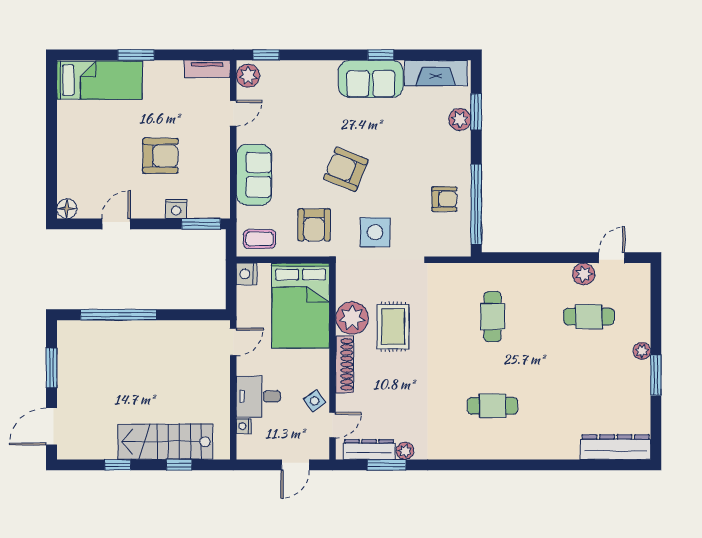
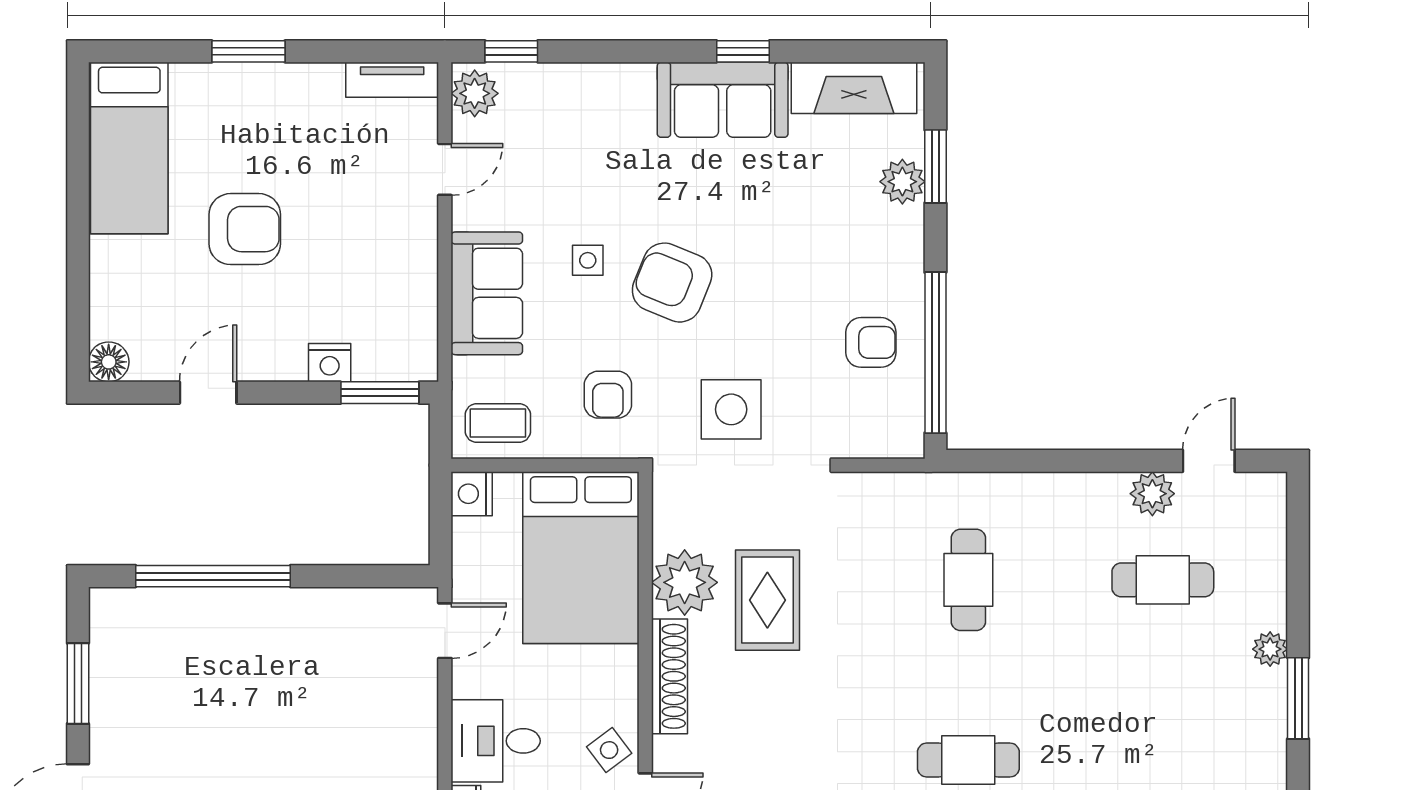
bed: (99, 80) -> (129, 148), moved, turned 90
armchair: (160, 156) -> (245, 229), moved
side table: (304, 158) -> (588, 260), added
armchair: (314, 225) -> (608, 395), width x0.72, depth x0.72

